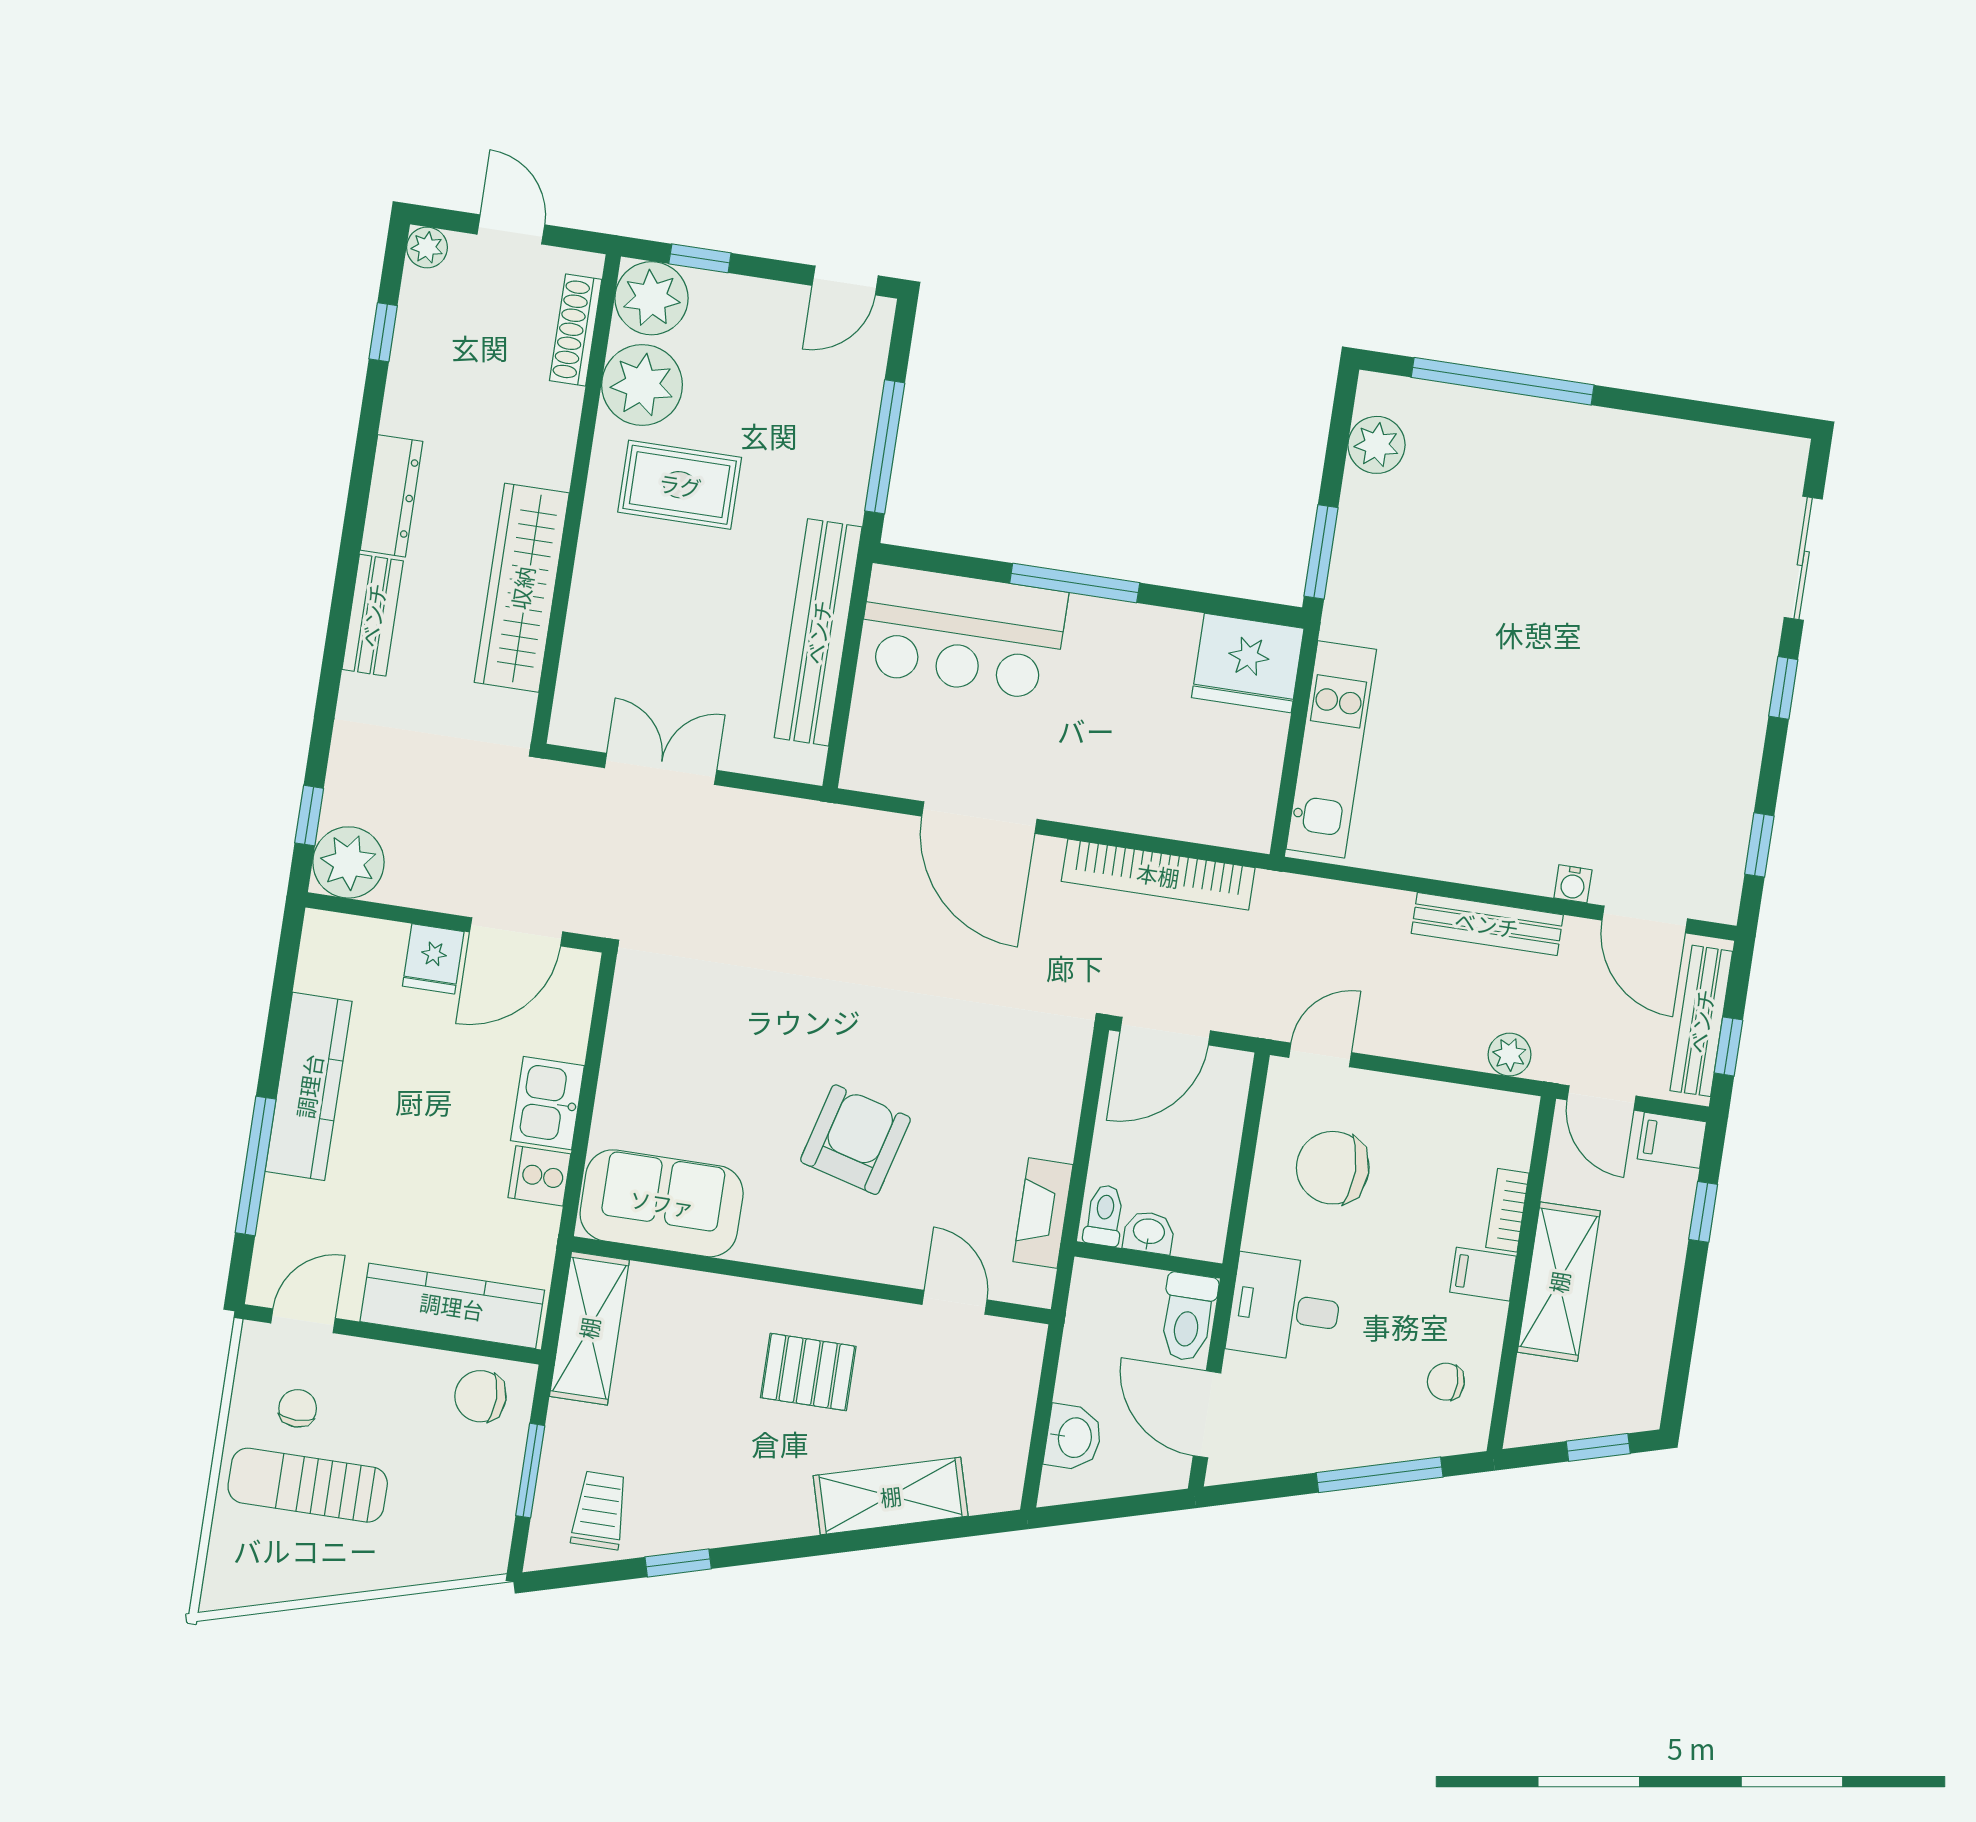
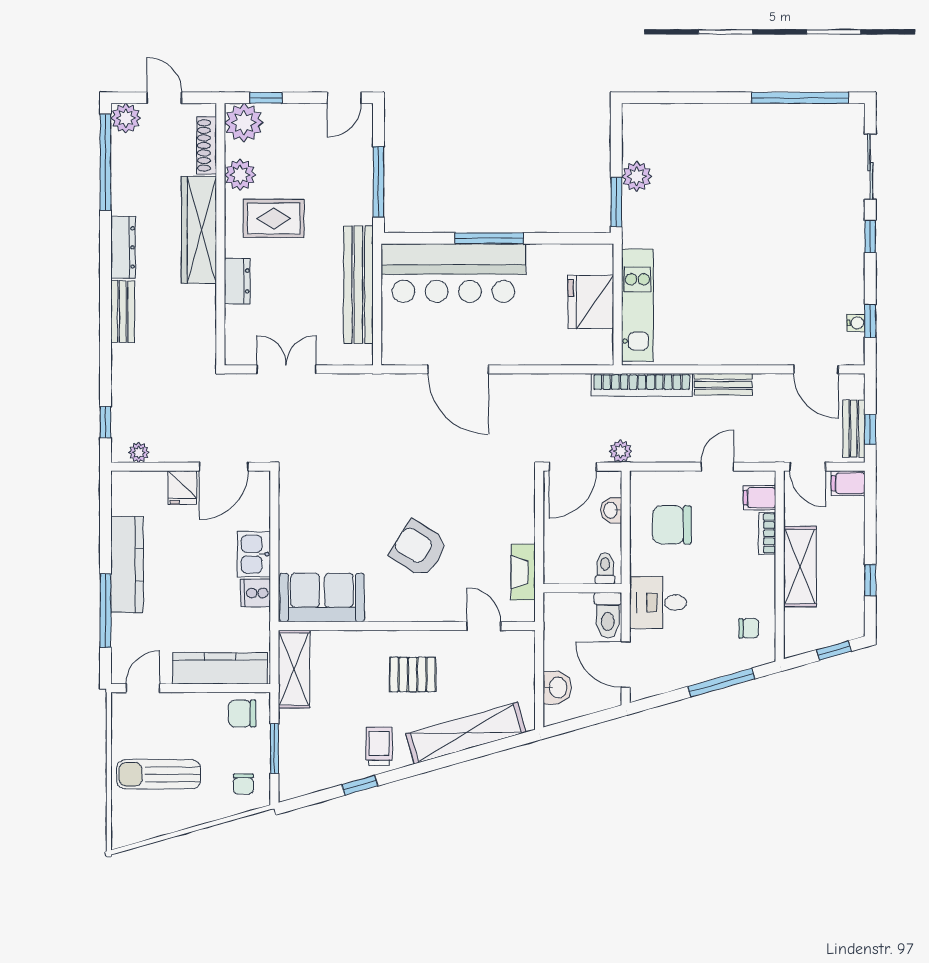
plant: (427, 248) -> (126, 118), width x1.38, depth x1.38
window: (383, 332) -> (105, 162), width x3.17
window: (1503, 381) -> (800, 98), moved
plant: (642, 385) -> (240, 175), width x0.73, depth x0.73
plant: (1376, 445) -> (637, 176), moved
wardrobe: (522, 588) -> (199, 230), moved
dresser: (594, 591) -> (237, 281), added
bar counter: (962, 632) -> (453, 273), width x1.36
fridge: (1248, 663) -> (591, 302), moved, turned 90
plant: (348, 862) -> (139, 452), width x0.53, depth x0.53
bookcase: (1158, 875) -> (642, 385), moved
water cooler: (1573, 884) -> (856, 323), moved, turned -90
bench: (1487, 924) -> (723, 384), width x0.73
bench: (1701, 1021) -> (854, 429), width x0.73
door: (1320, 1055) -> (717, 467), moved
plant: (1509, 1055) -> (621, 451), moved
armchair: (855, 1140) -> (419, 549), turned -73
window: (1703, 1212) -> (870, 580), moved
toilet: (1104, 1215) -> (605, 568), moved
washbasin: (1149, 1232) -> (611, 510), moved, turned -90
filing cabinet: (1483, 1274) -> (759, 498), moved
chair: (1446, 1382) -> (749, 628), turned 180
chair: (298, 1408) -> (243, 784), moved, turned 180
shelving: (891, 1496) -> (466, 733), width x1.47
trolley: (600, 1510) -> (379, 746), moved

